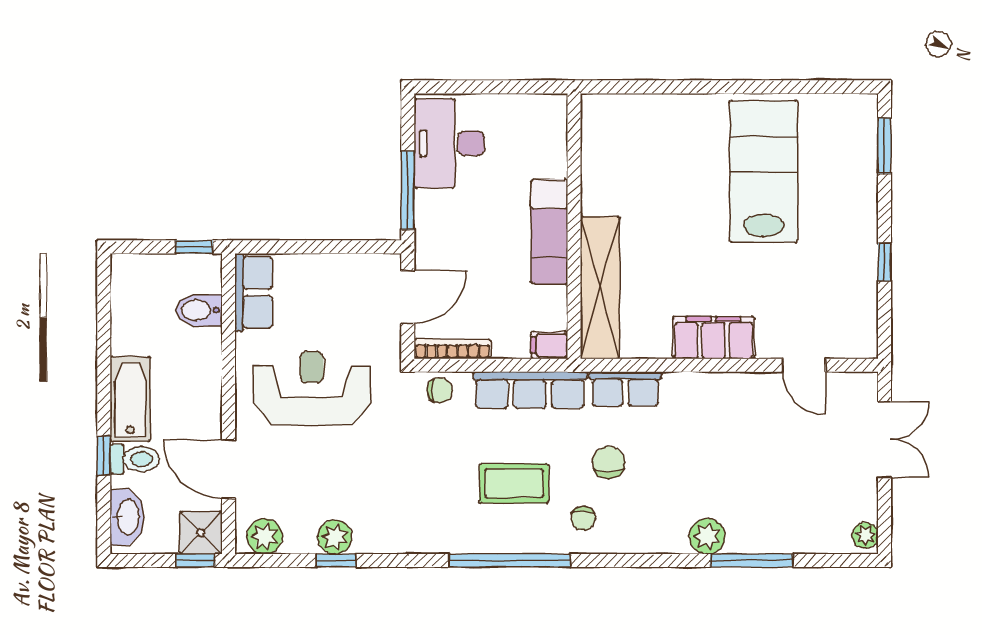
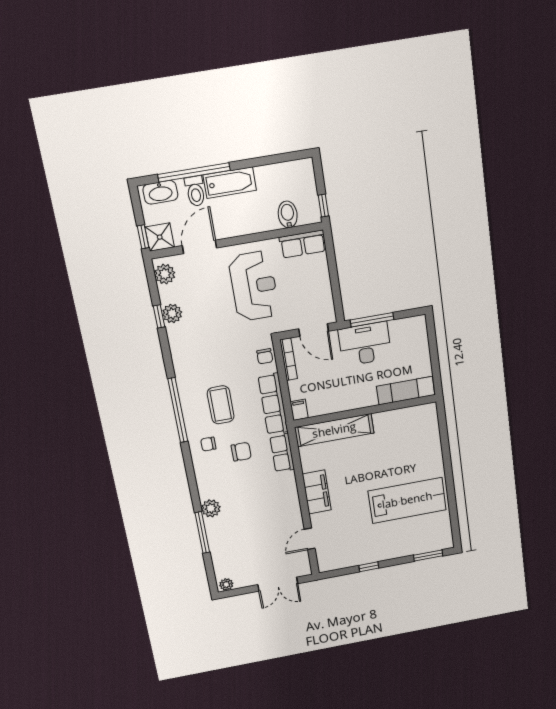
desk: (449, 143) -> (365, 344), moved
exam couch: (549, 232) -> (406, 391), moved
window: (104, 456) -> (194, 172), width x3.17

